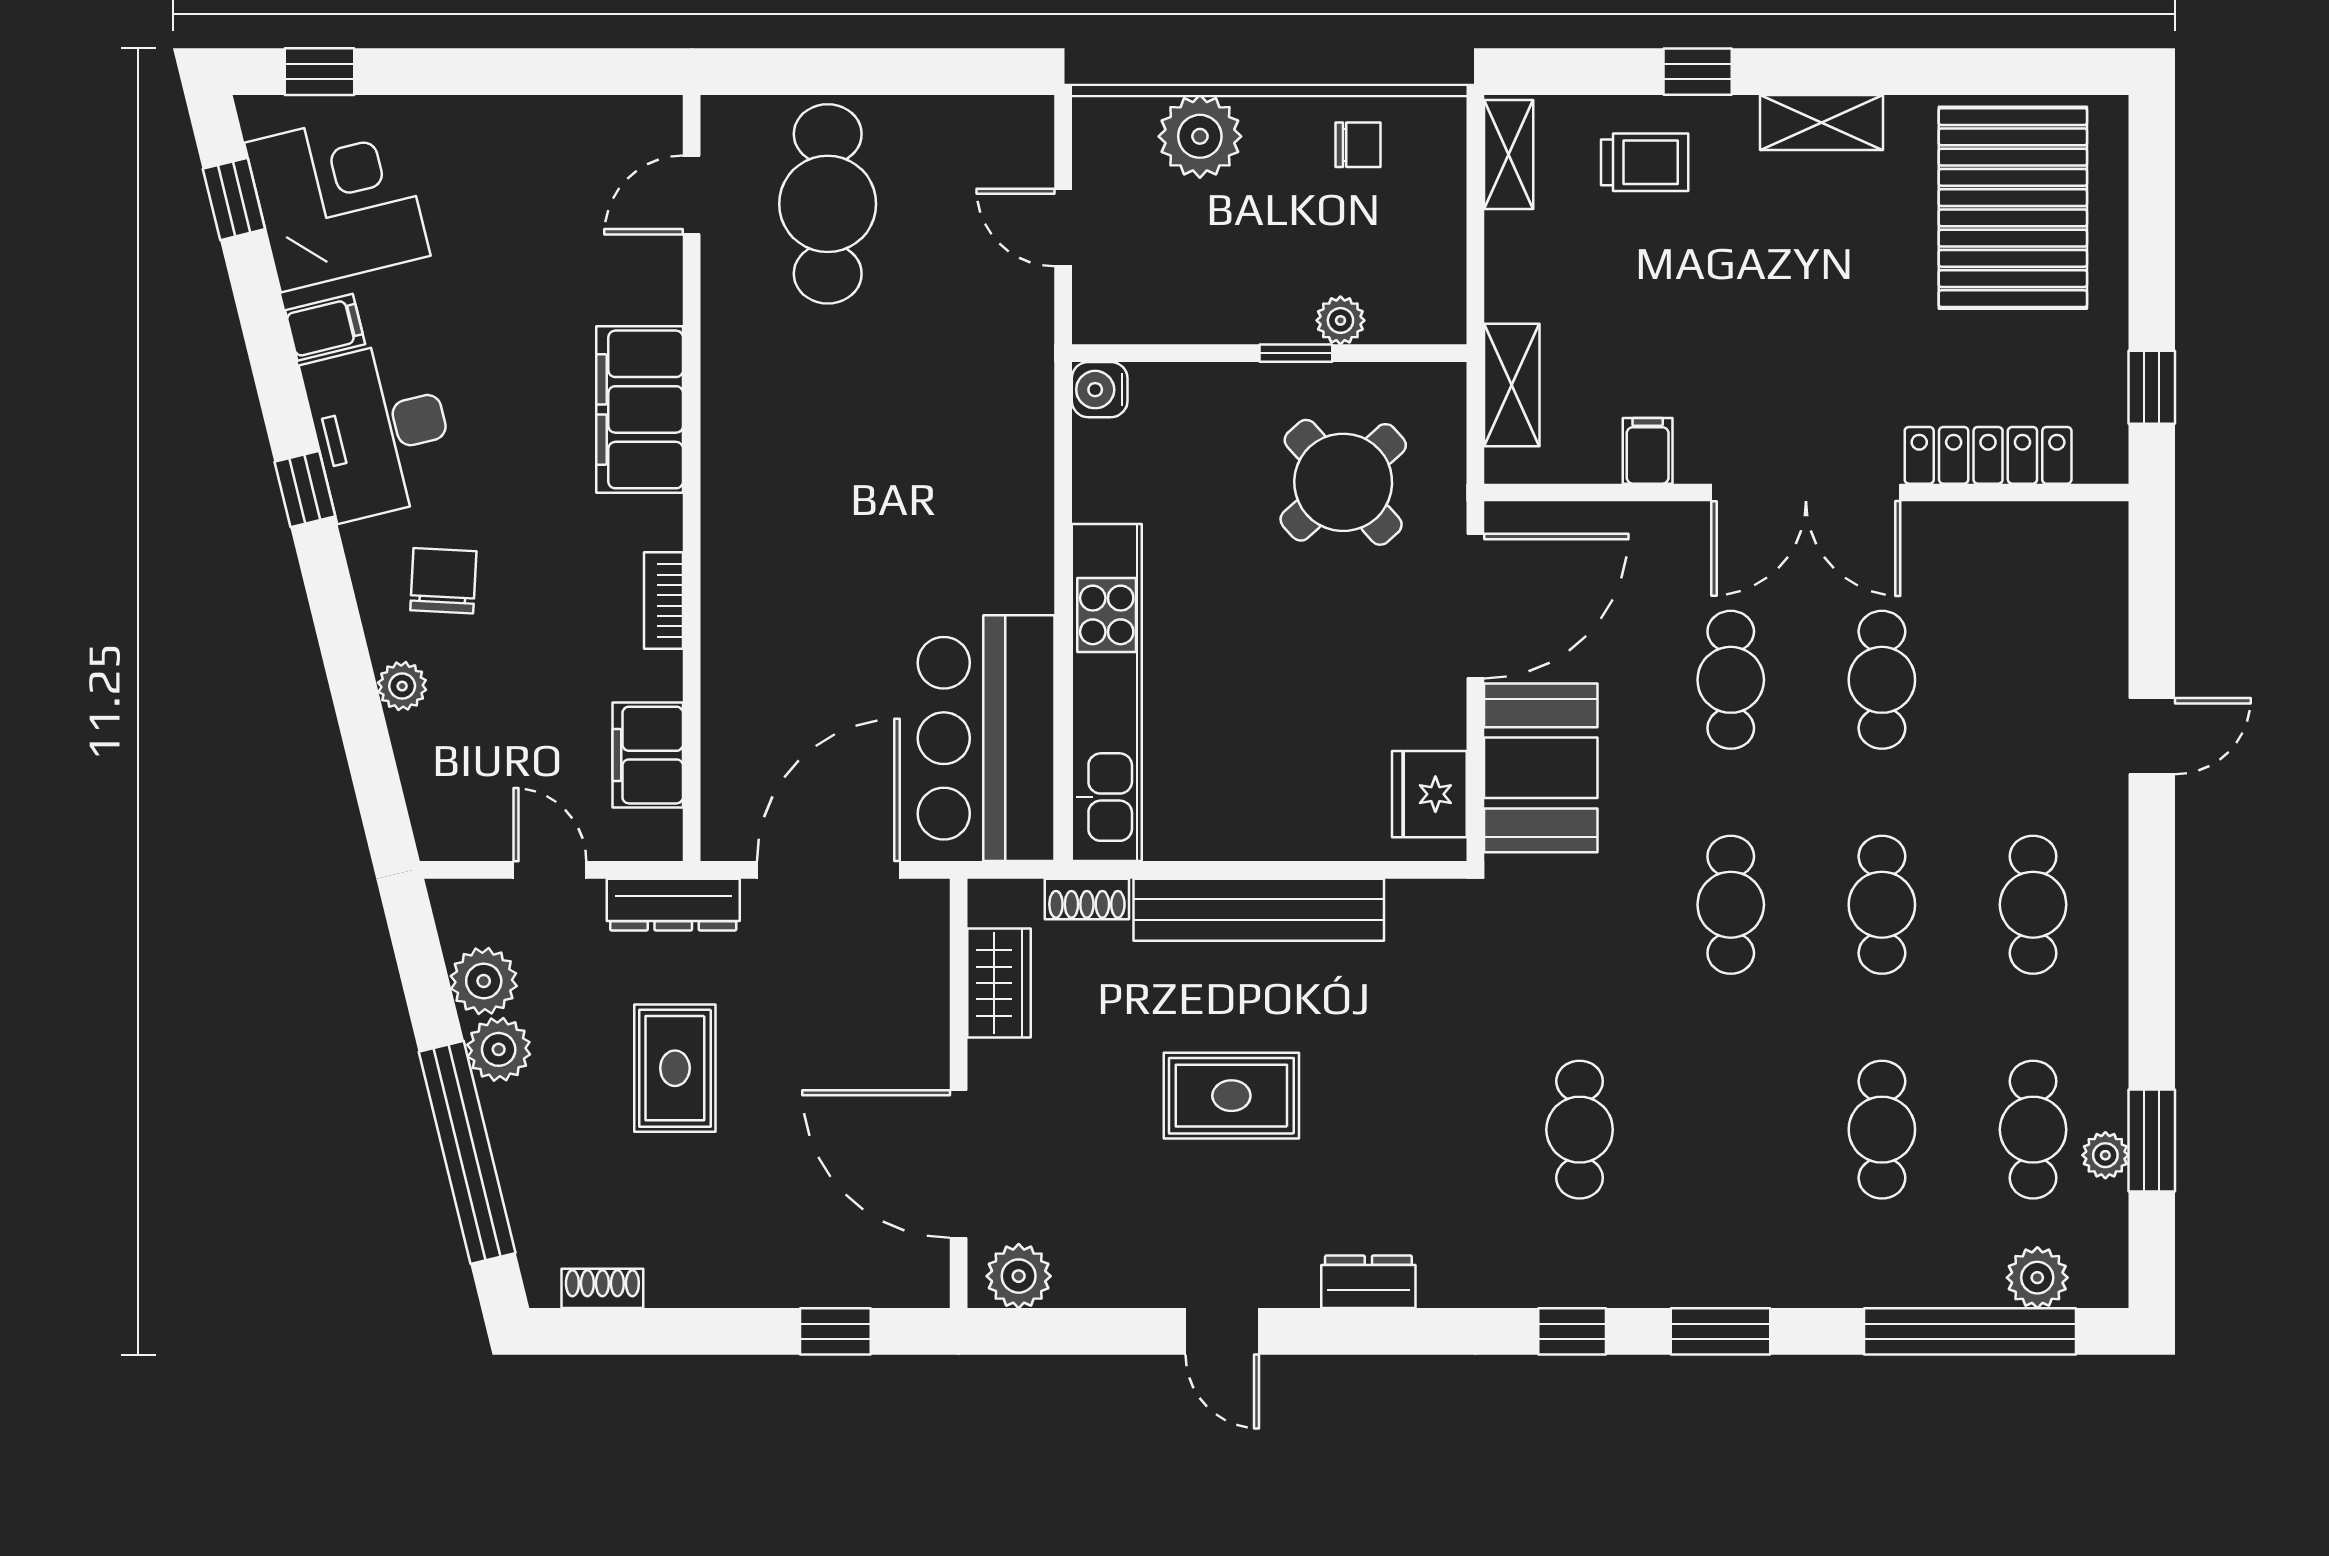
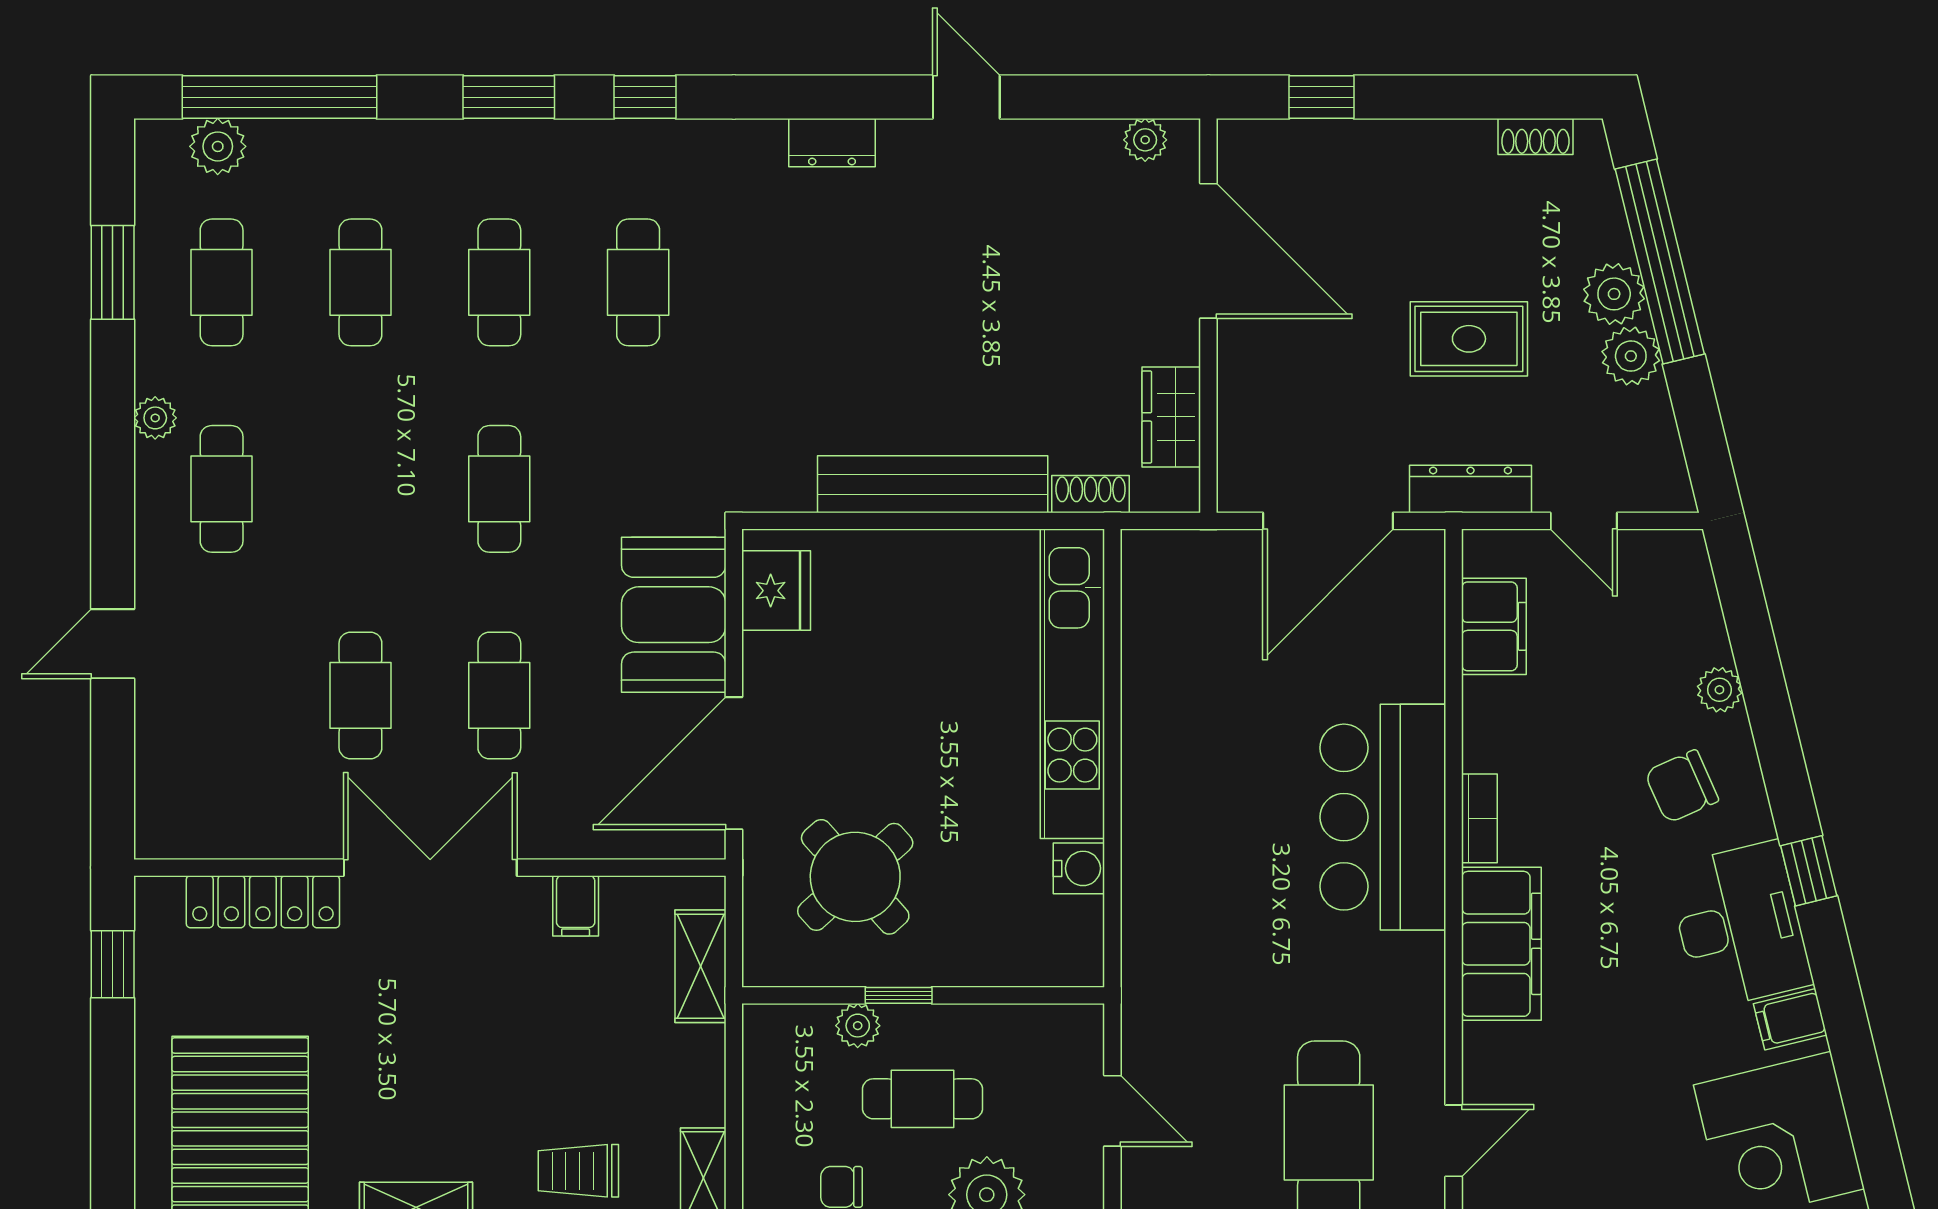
window: (234, 199) -> (1874, 1137), removed
cafe table: (1270, 241) -> (922, 1099), added
water cooler: (1100, 390) -> (1079, 868), moved
chair: (443, 581) -> (1682, 786), turned 63
bookcase: (663, 601) -> (1479, 818), moved
bar counter: (986, 738) -> (1383, 817), moved, turned 180
cafe table: (1882, 905) -> (499, 282), moved
plant: (484, 981) -> (1614, 294), moved
rug: (675, 1068) -> (1469, 339), turned 90
rug: (1231, 1096) -> (958, 314), removed
plant: (2105, 1155) -> (155, 418), moved
plant: (1019, 1276) -> (1145, 140), width x0.73, depth x0.73

